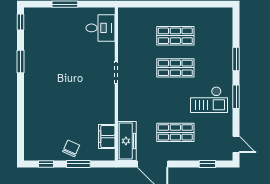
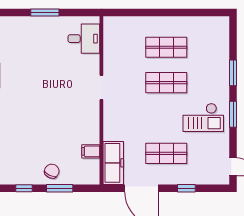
filing cabinet: (107, 137) -> (91, 151), width x0.50
window: (207, 164) -> (186, 188), moved

